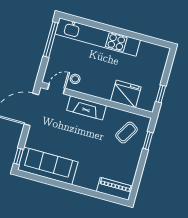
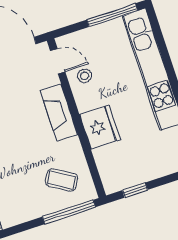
fridge: (126, 94) -> (100, 127), moved
window: (148, 141) -> (69, 212), width x2.17

